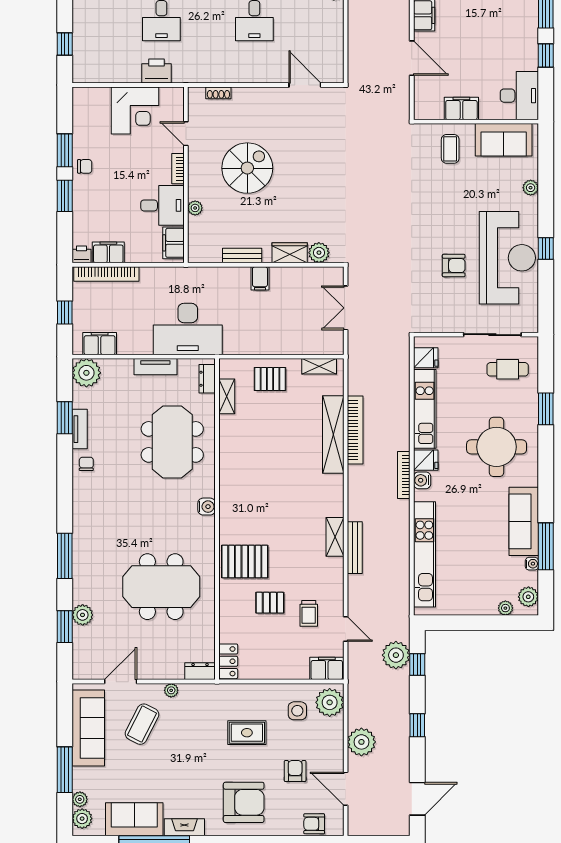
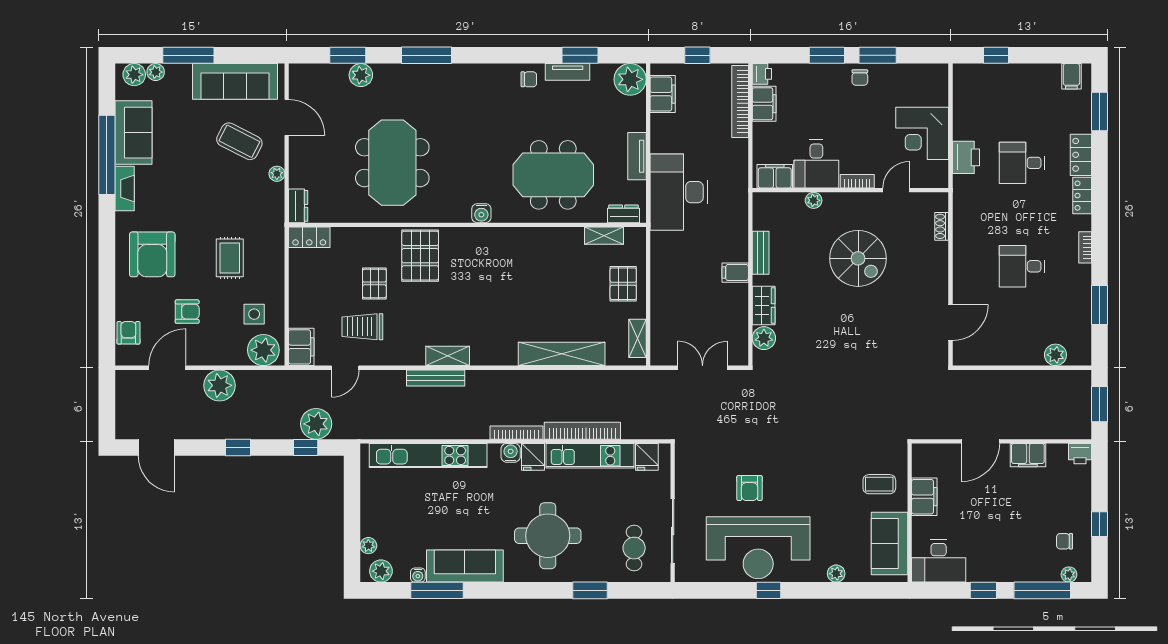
bookcase: (355, 430) -> (582, 431), moved, turned 180
trolley: (309, 613) -> (362, 327), width x1.36, depth x1.39

